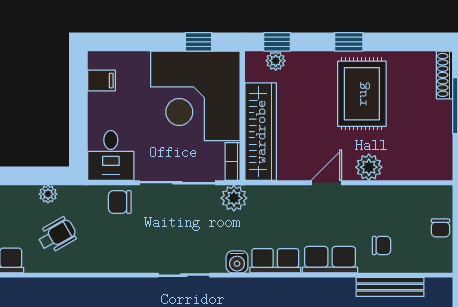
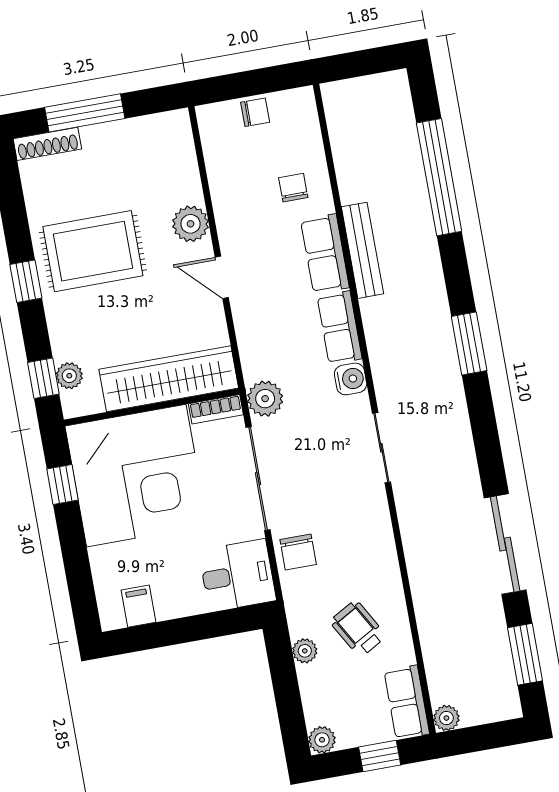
bench: (390, 287) -> (362, 250), moved

